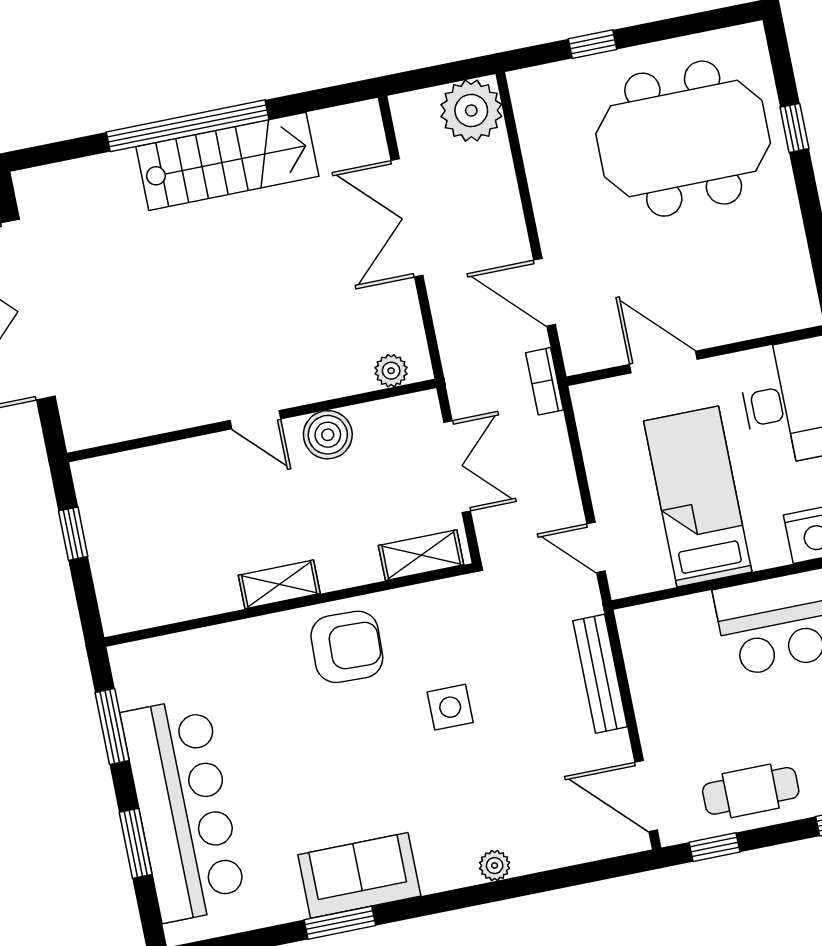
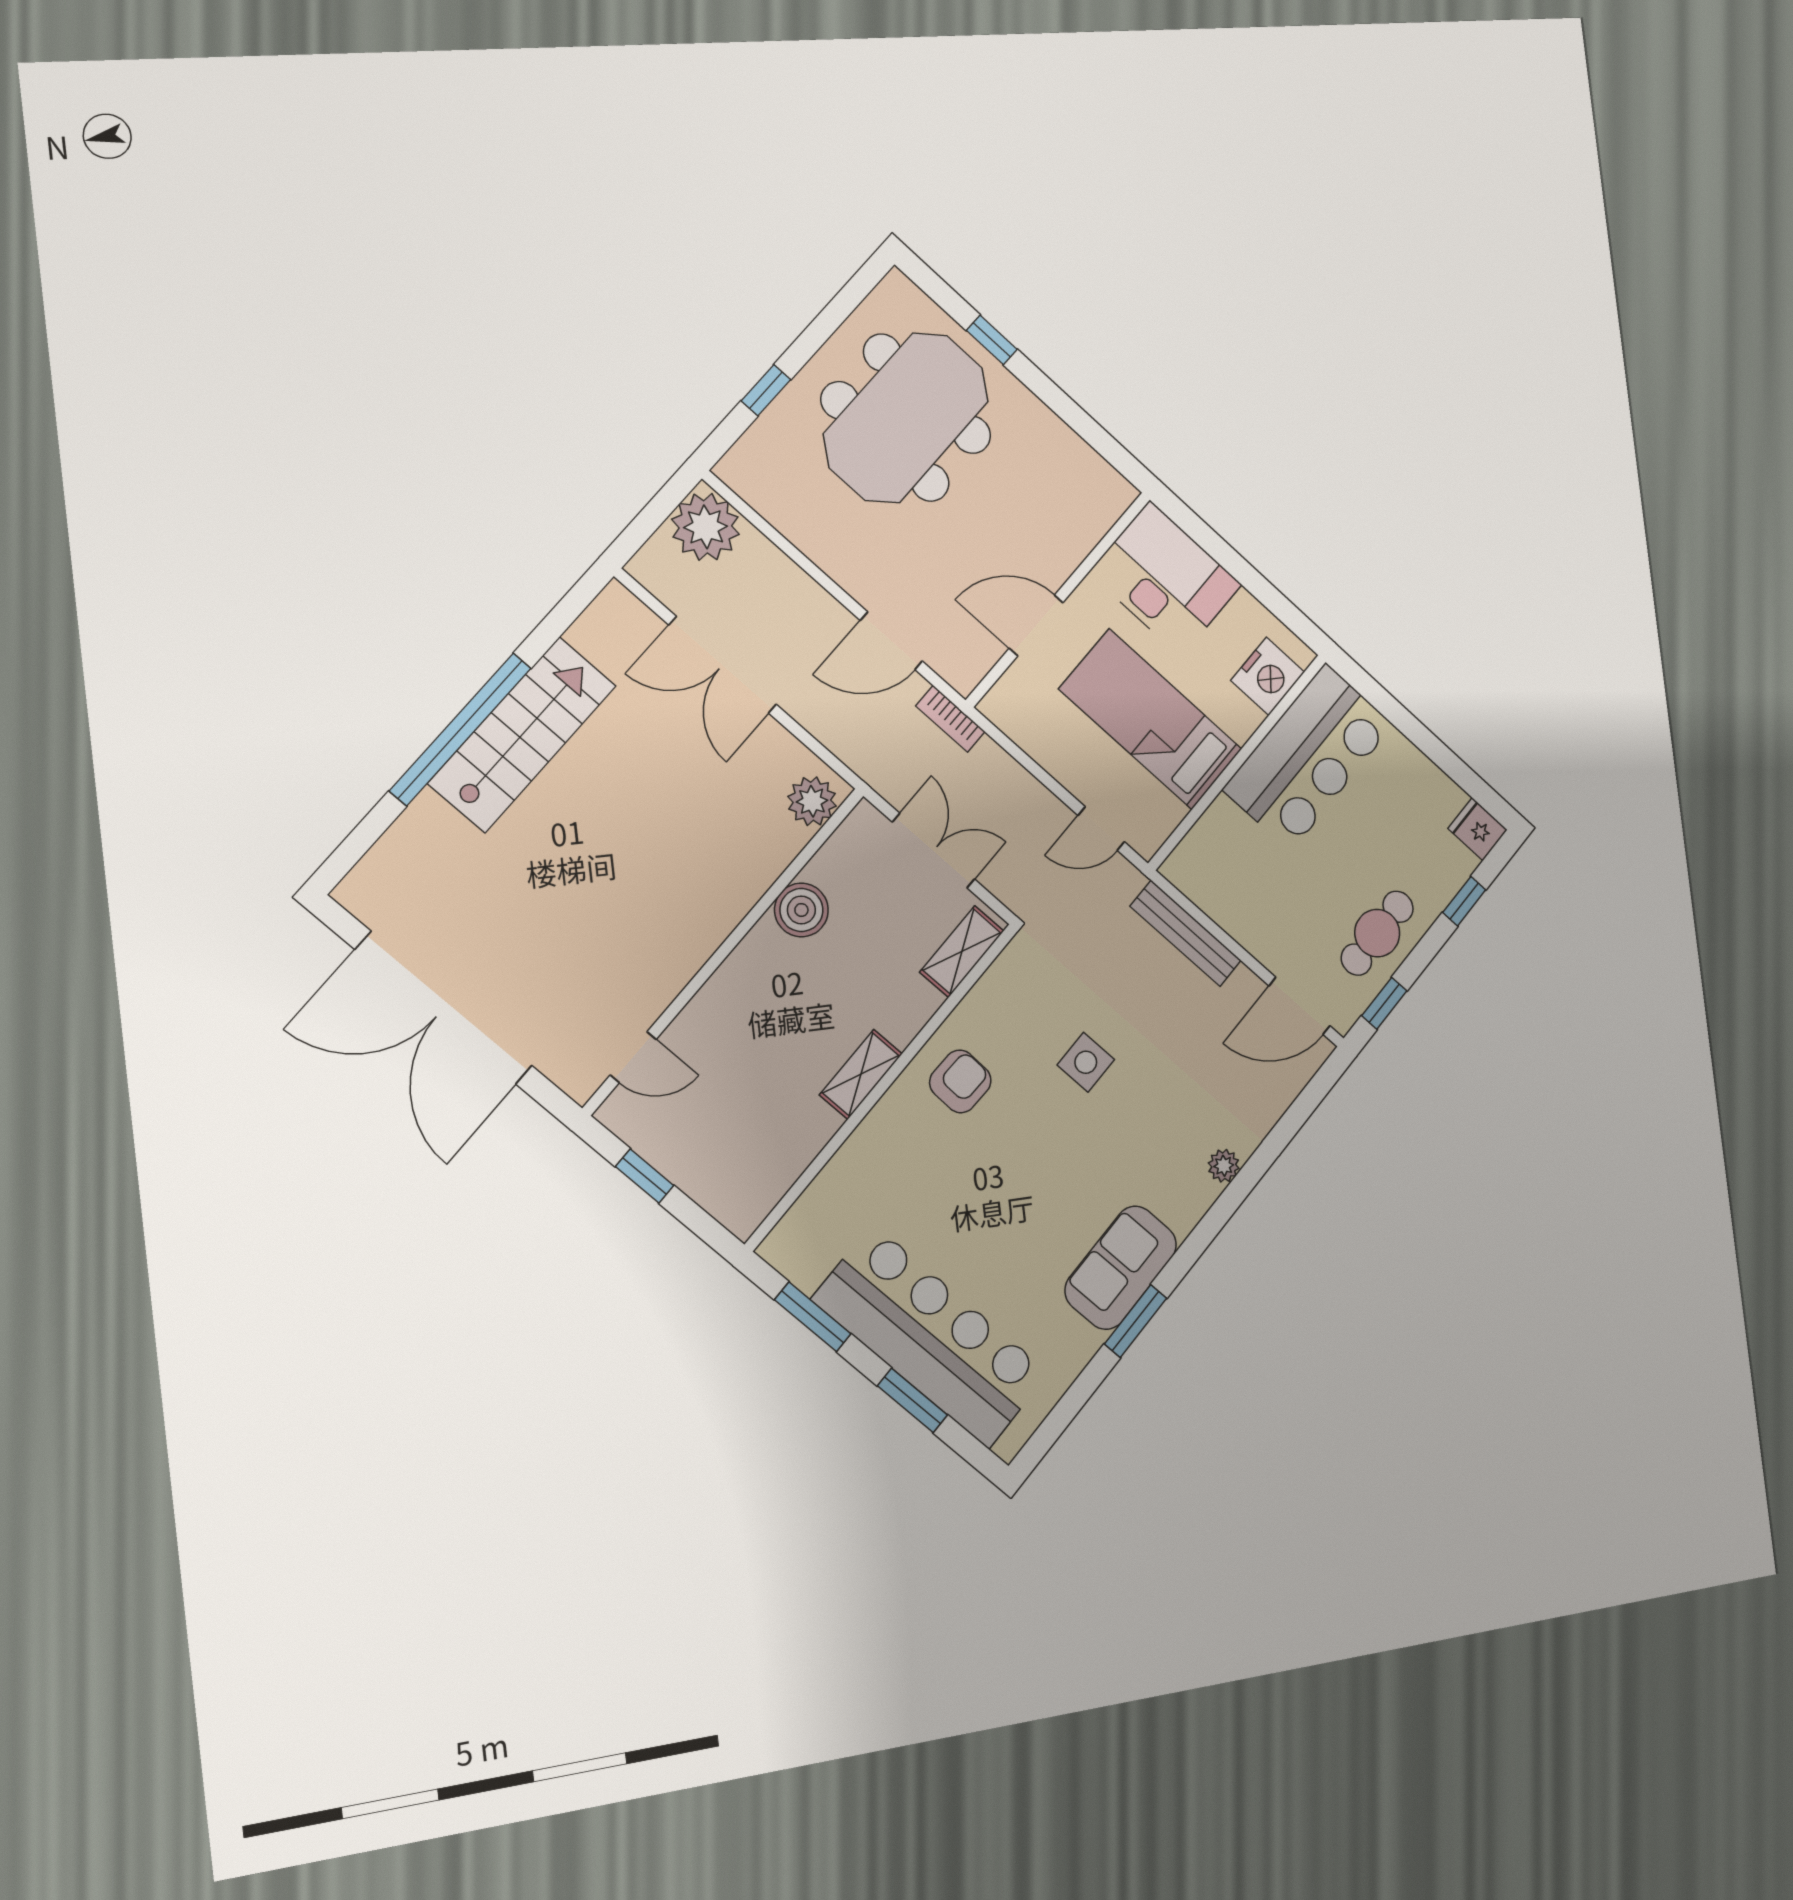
plant: (391, 371) -> (812, 801), width x1.38, depth x1.38
door: (255, 420) -> (633, 1057), moved
armchair: (347, 647) -> (960, 1081), width x0.72, depth x0.72

